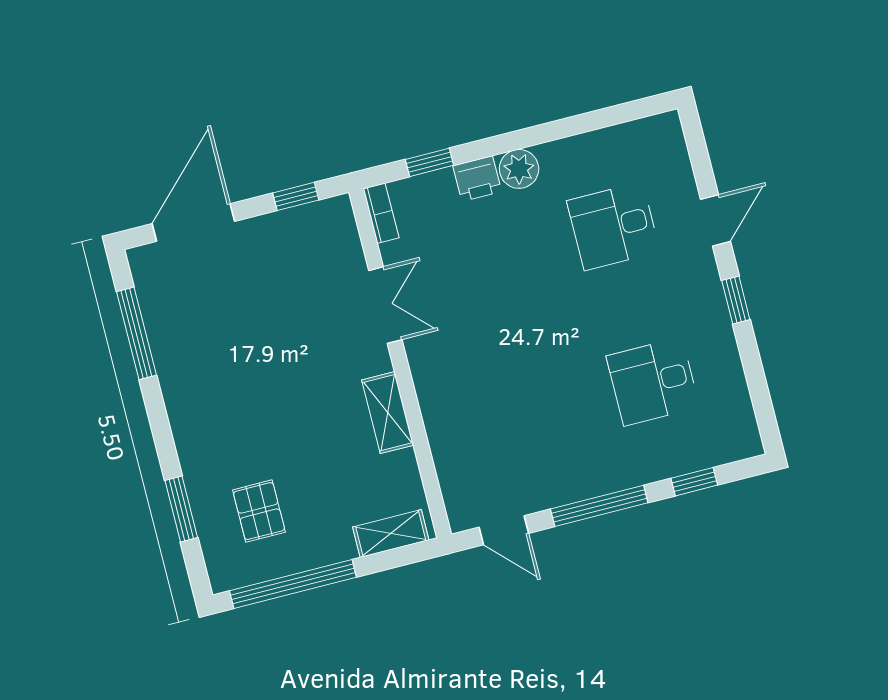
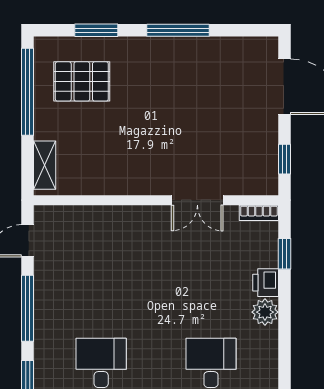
window: (136, 333) -> (178, 30), moved
shelving: (388, 413) -> (125, 184), removed
pallet: (259, 511) -> (82, 81), width x1.50, depth x1.42

